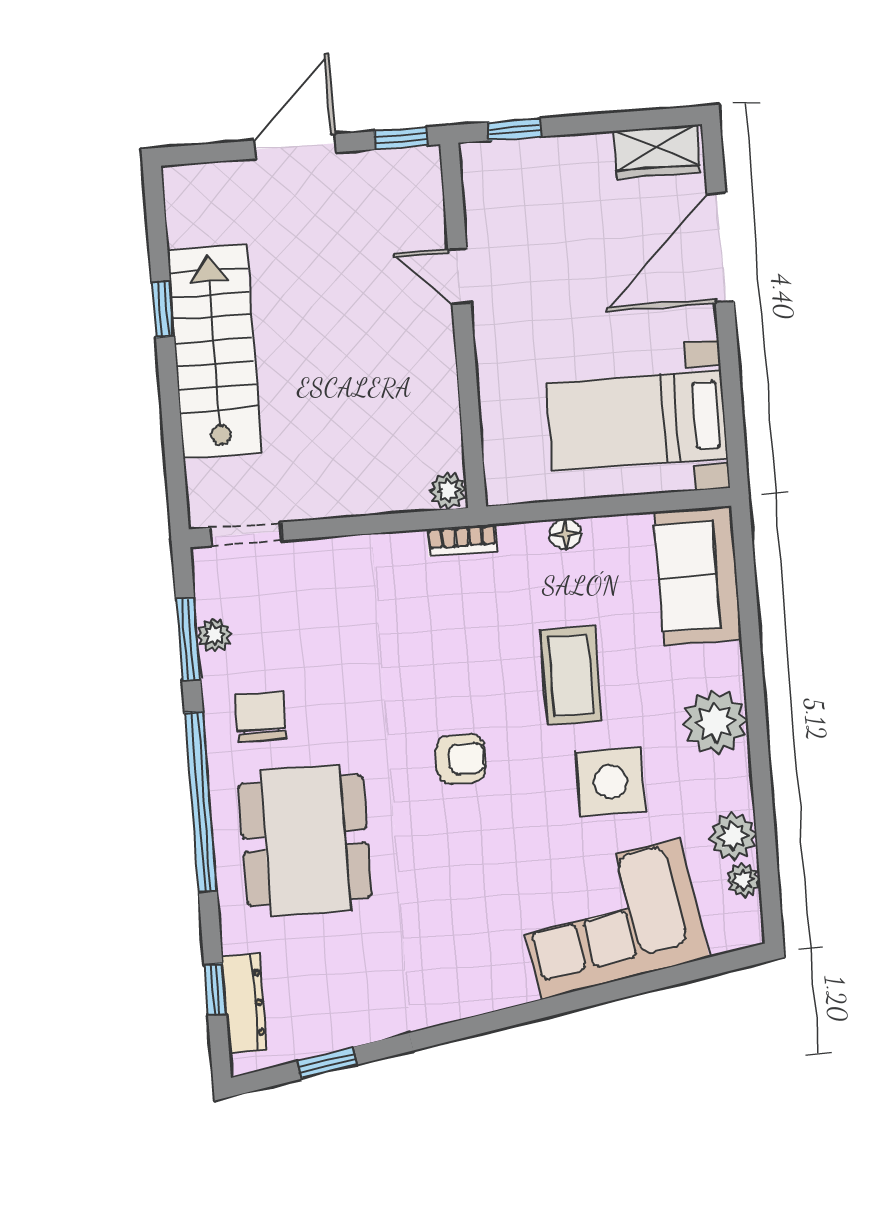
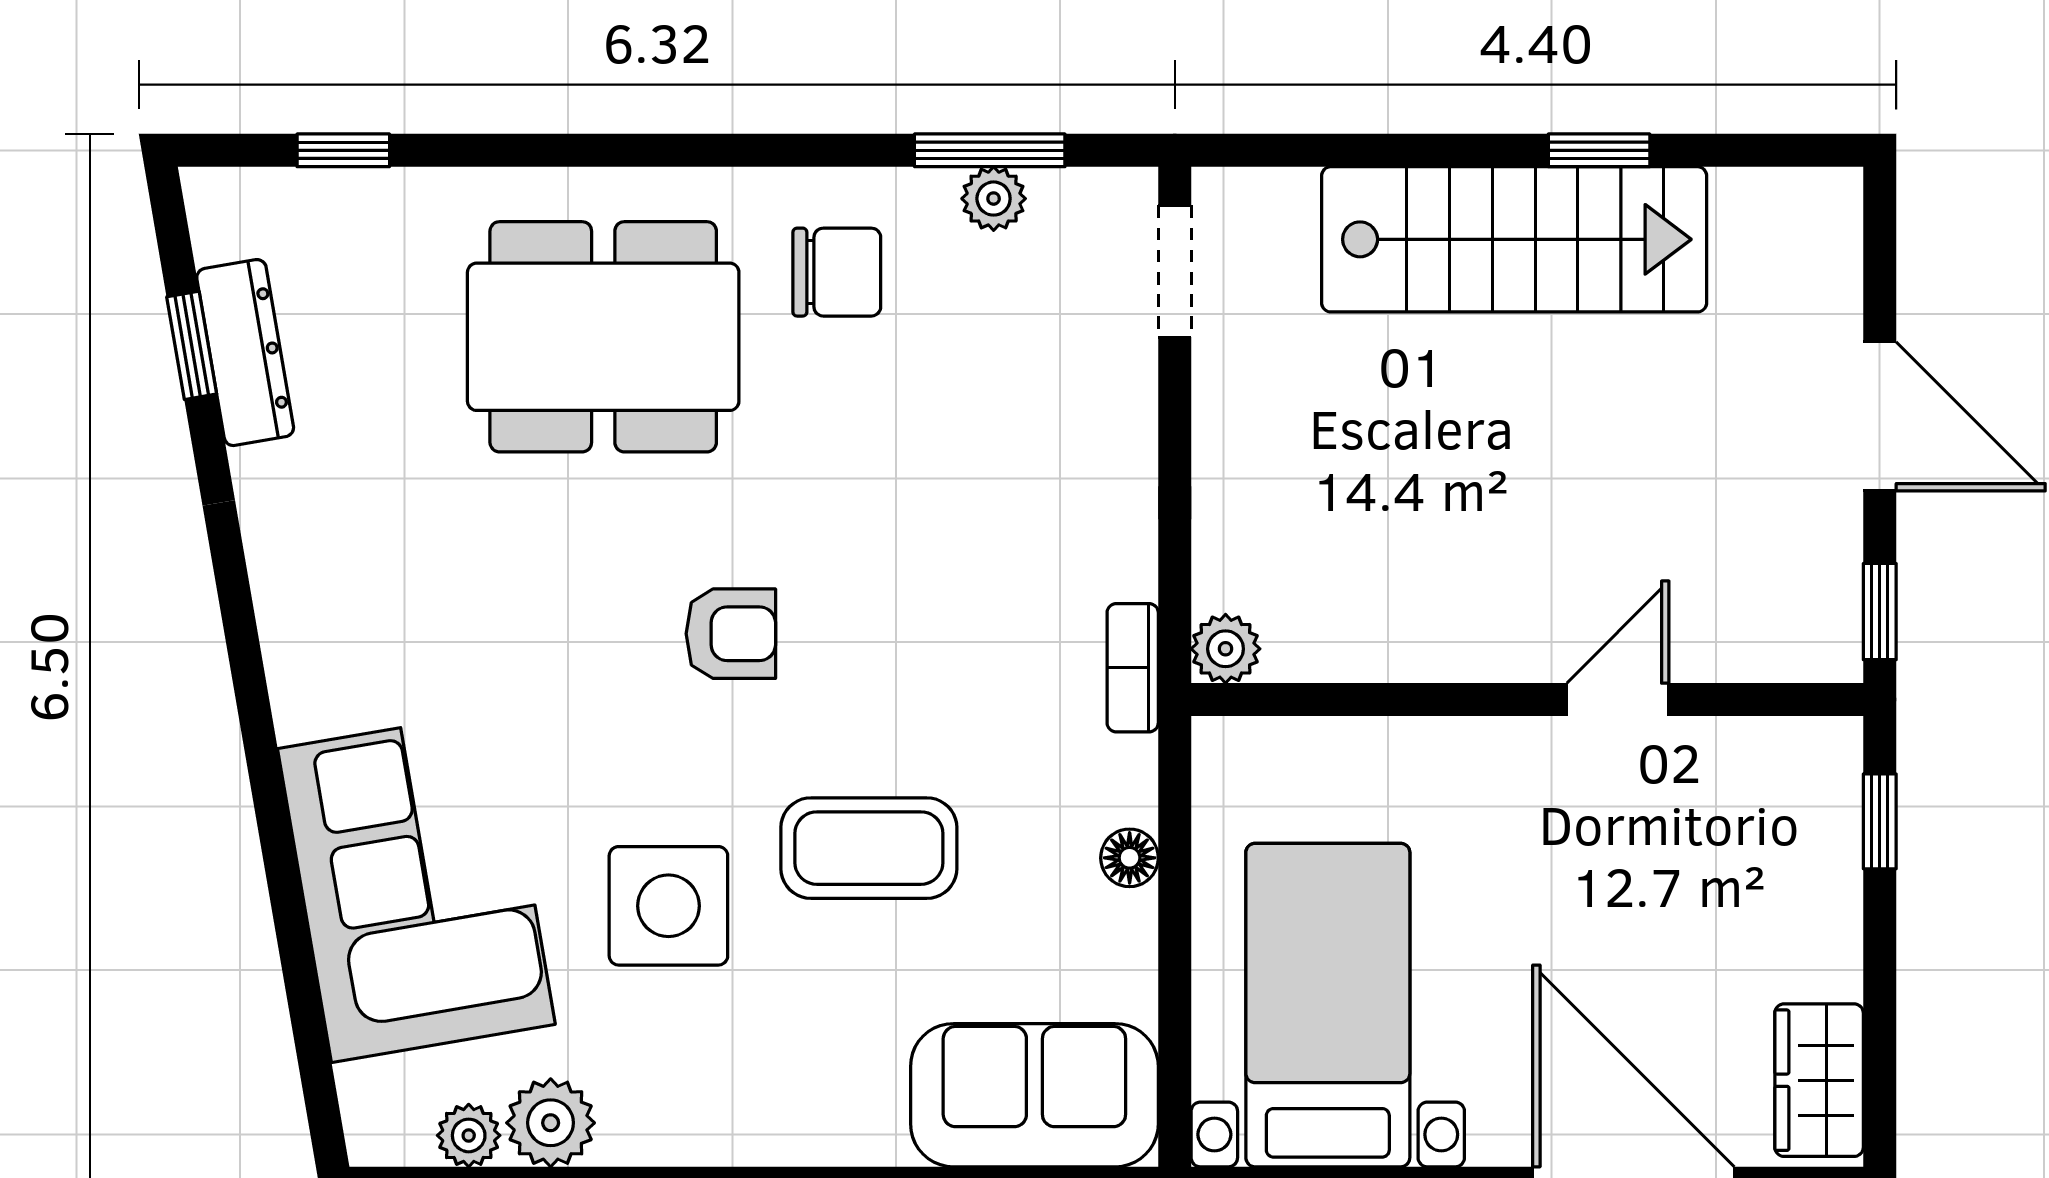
plant: (715, 722) -> (763, 1106), removed
armchair: (461, 759) -> (731, 634), turned -90
window: (201, 802) -> (689, 150), removed
dresser: (244, 1004) -> (245, 353), moved, turned -100

